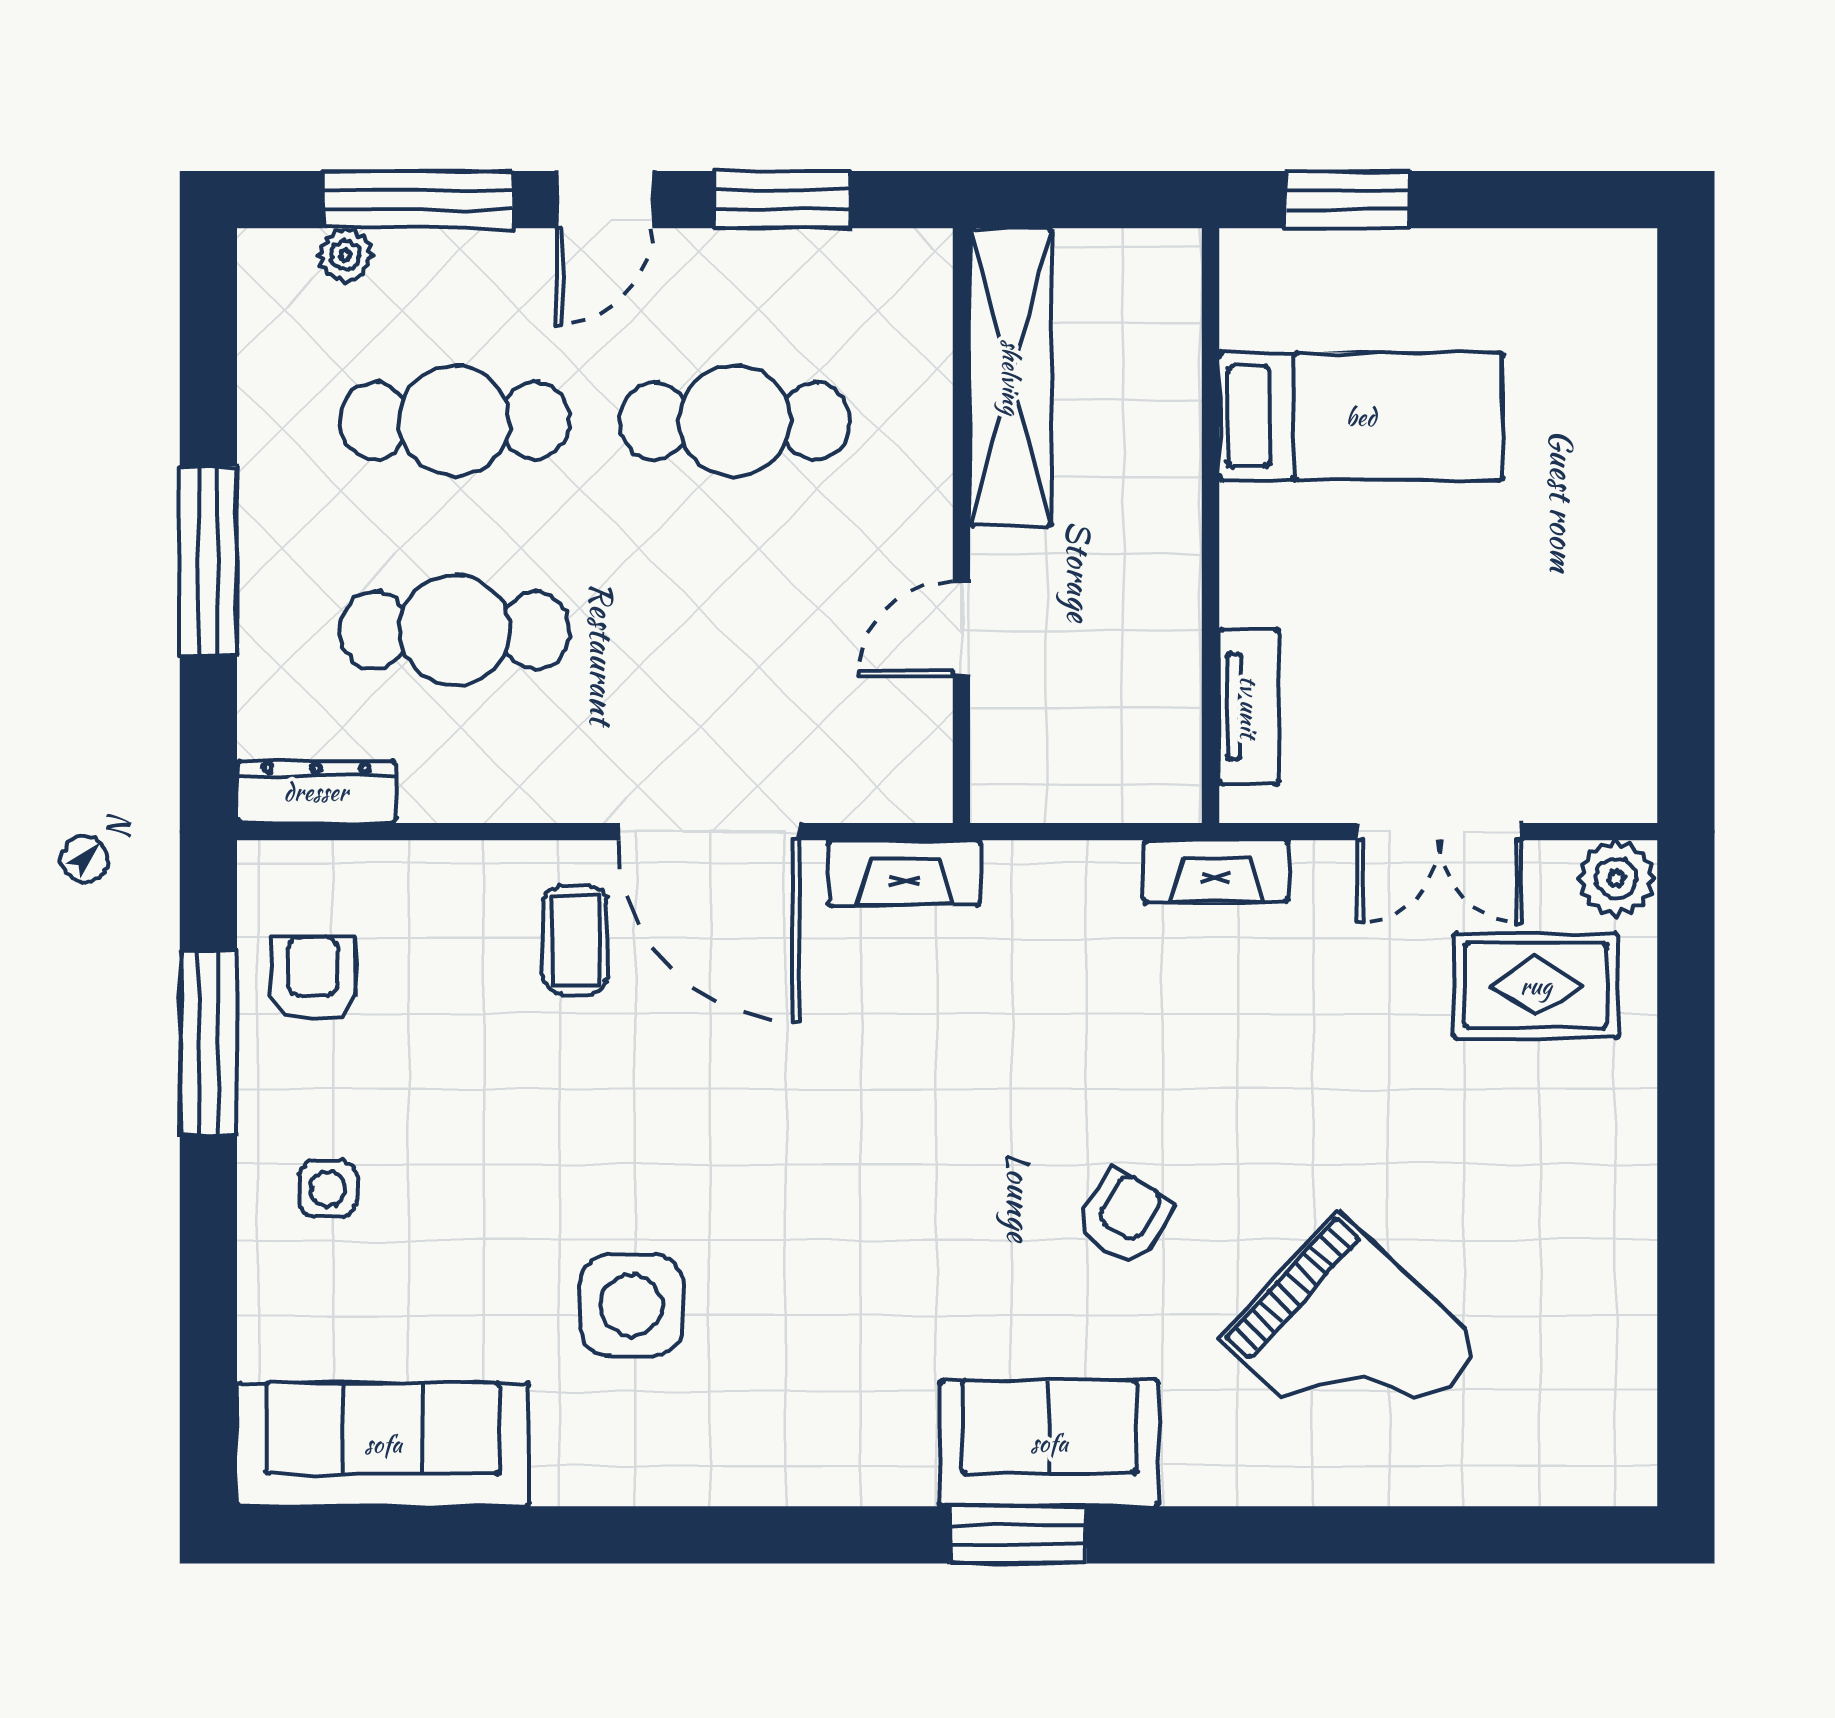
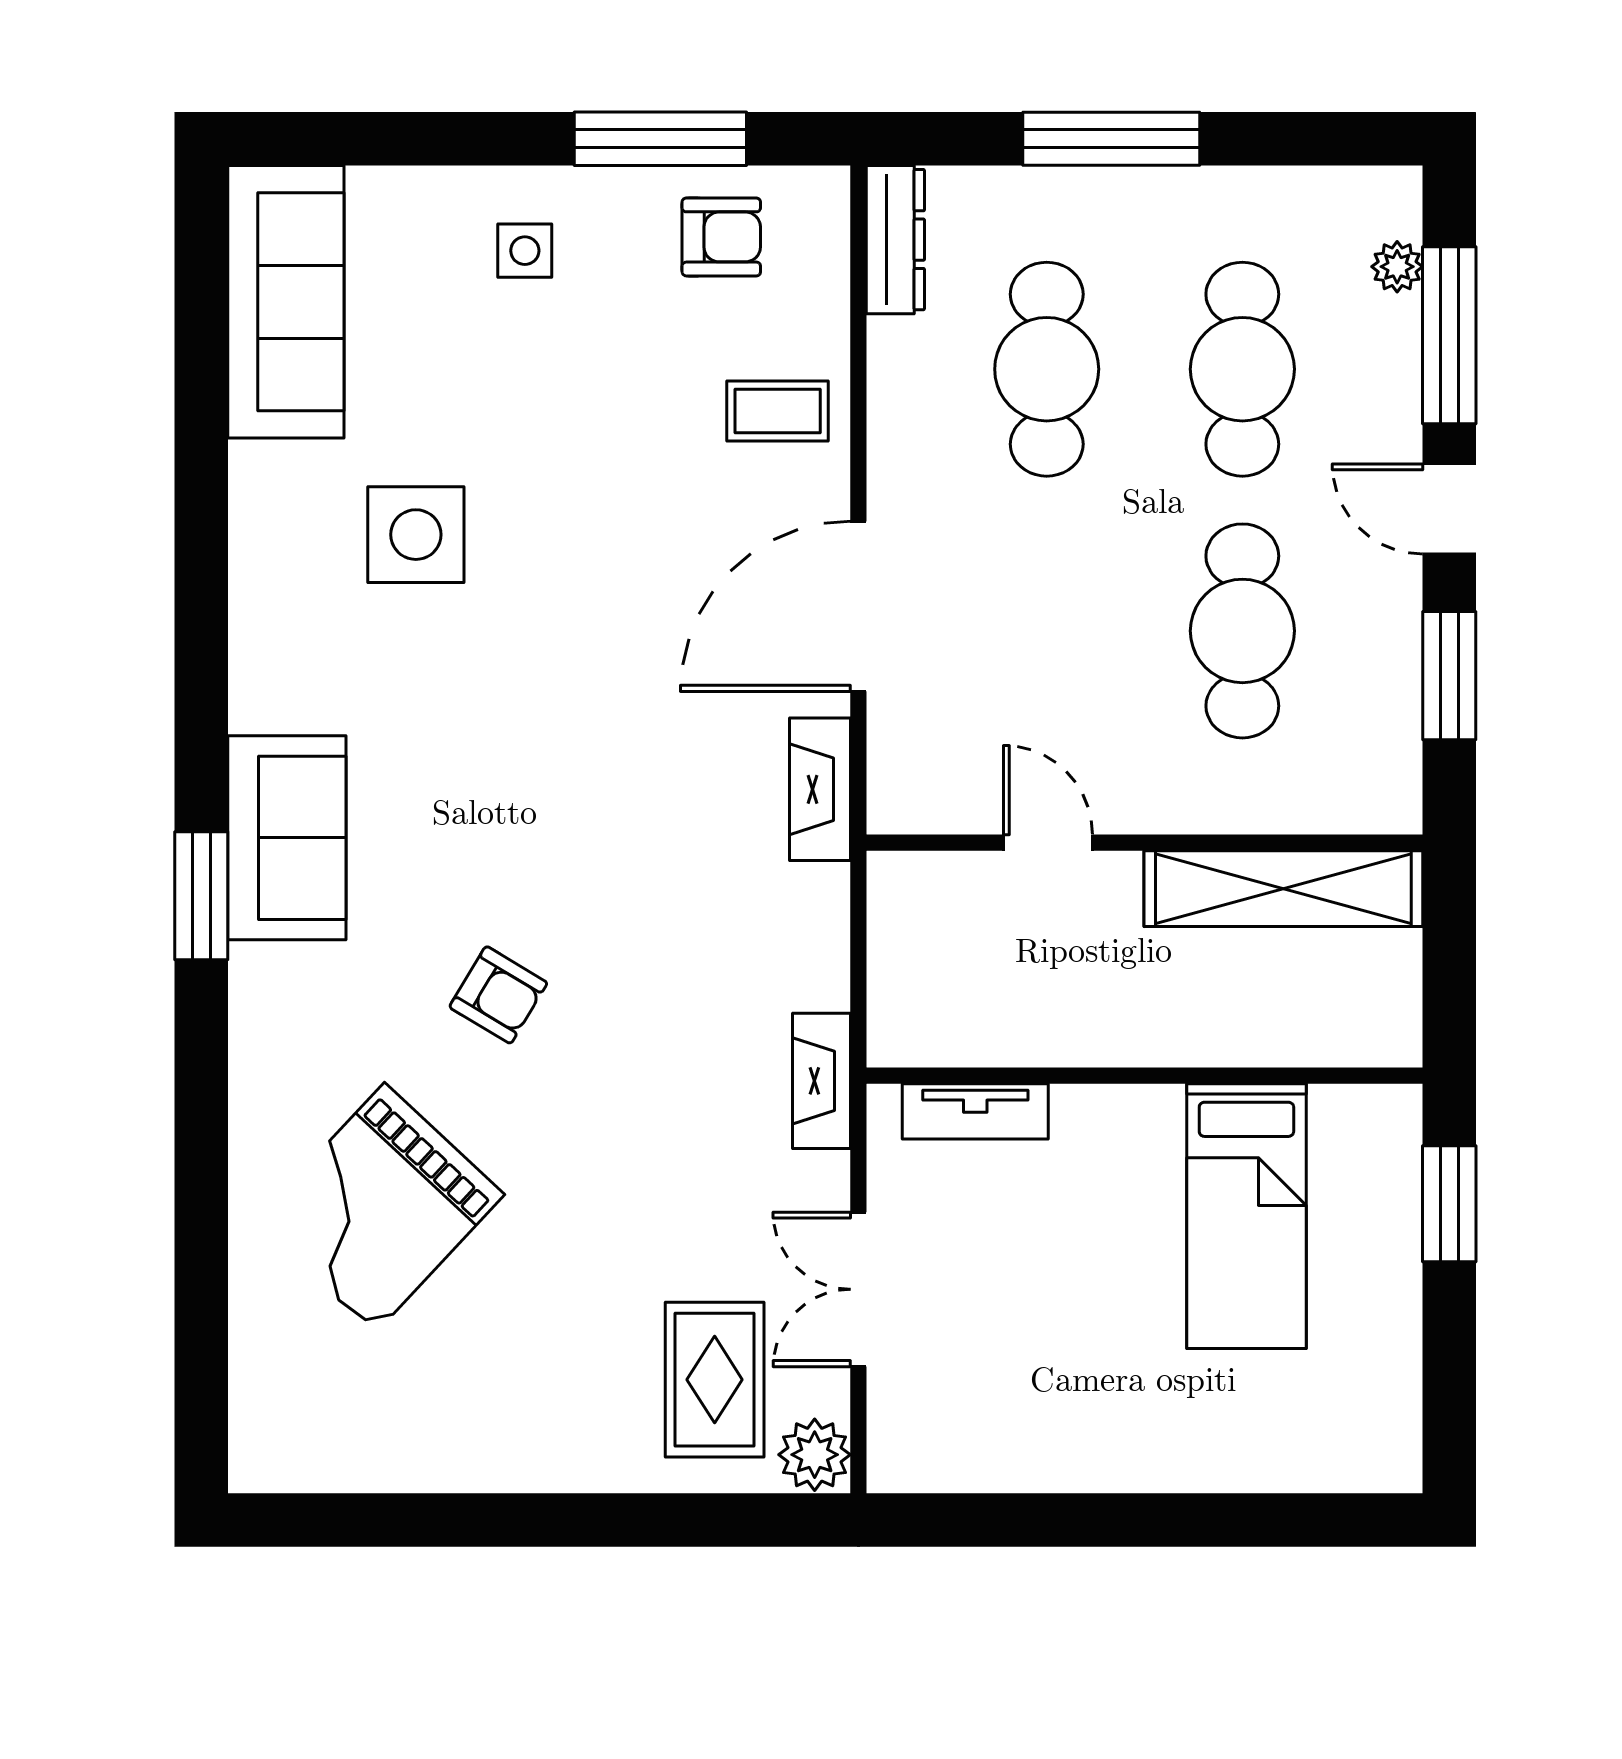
coffee table: (575, 940) -> (778, 411), moved
sofa: (1049, 1443) -> (287, 838), moved

